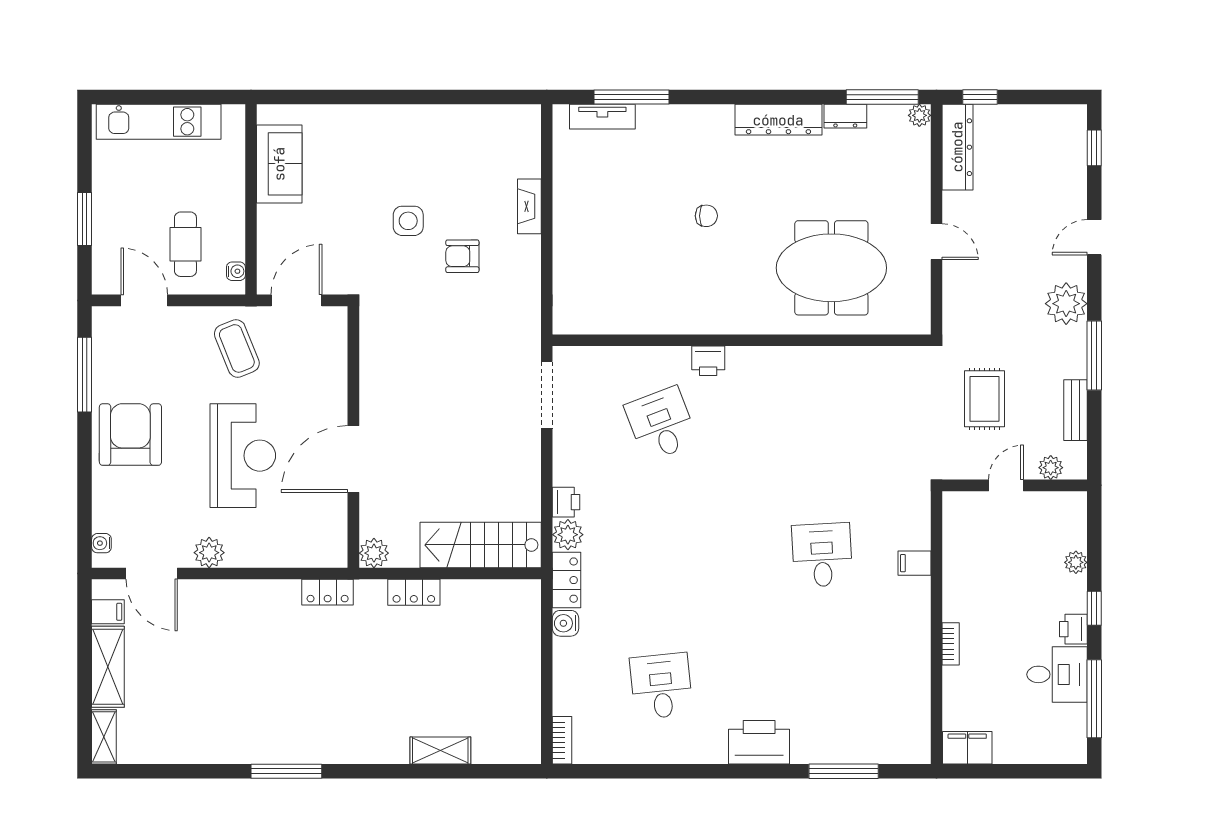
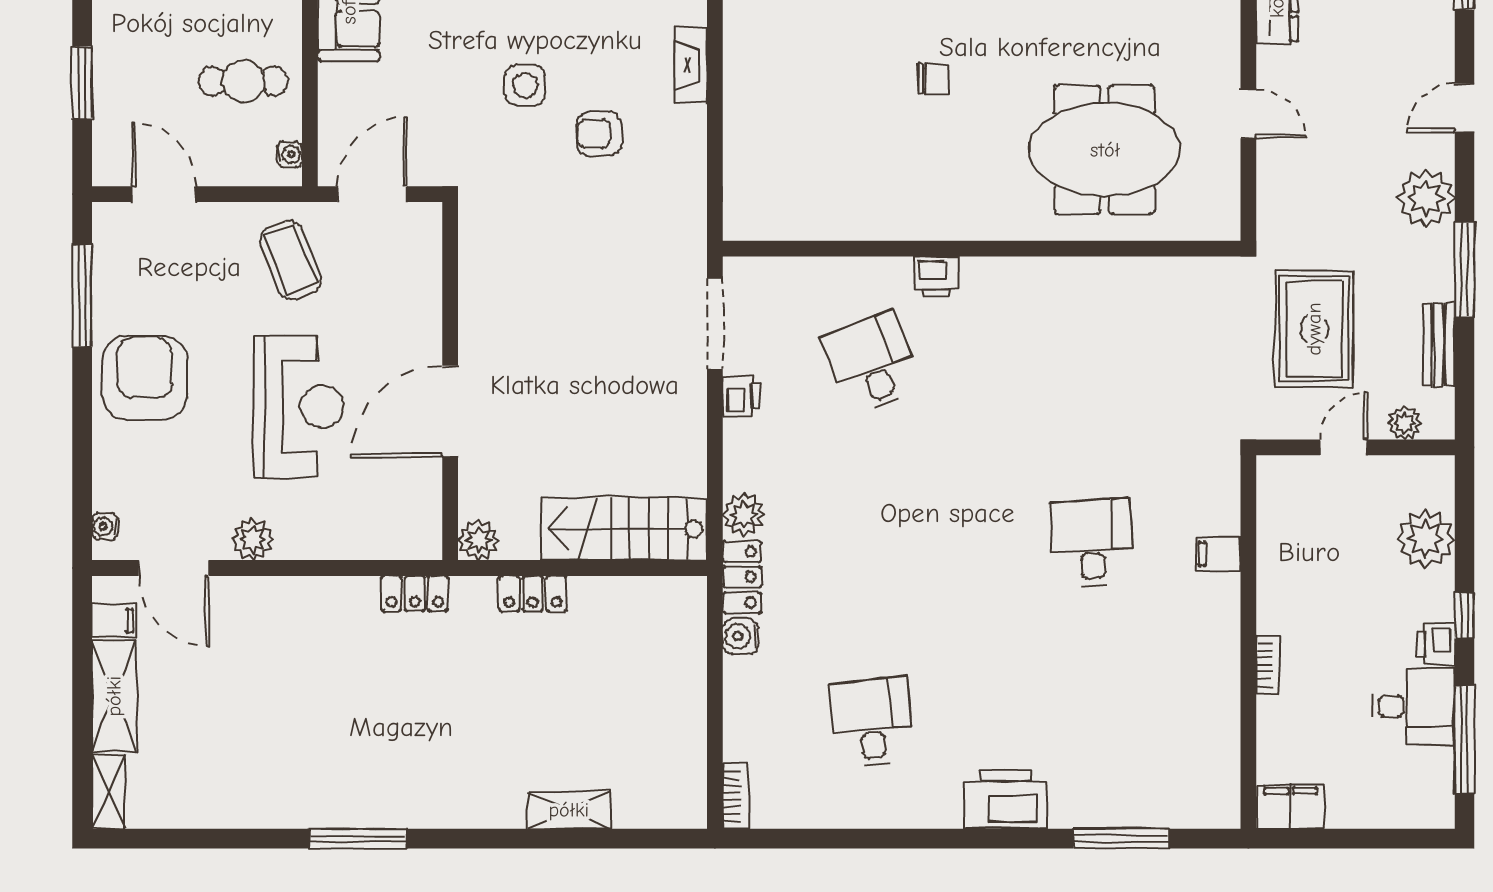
cafe table: (185, 244) -> (243, 81), moved, turned 90
rug: (985, 399) -> (1314, 329), width x1.36, depth x1.43
printer: (566, 502) -> (741, 396), moved
plant: (1076, 562) -> (1425, 539), width x1.87, depth x1.87

